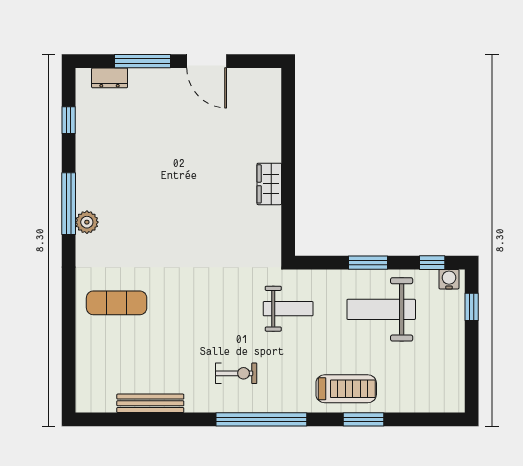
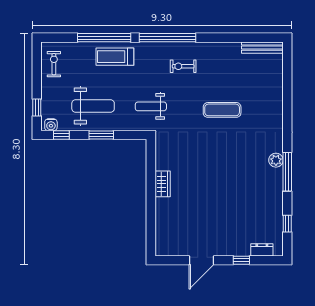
window: (143, 61) -> (241, 260), width x0.46
door: (207, 61) -> (202, 260), swing flipped
exercise mat: (117, 303) -> (222, 110), moved
exercise bike: (444, 377) -> (54, 64), added
bench: (150, 403) -> (262, 48), moved
window: (363, 419) -> (104, 38), width x2.11

